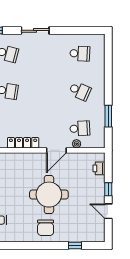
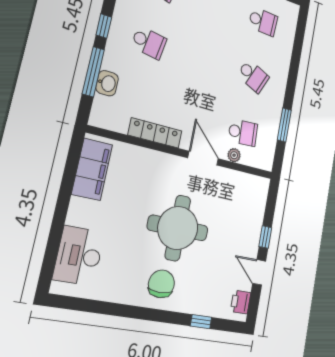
door: (56, 150) -> (203, 158), swing flipped
printer: (99, 168) -> (241, 302), moved
chair: (46, 228) -> (161, 284), turned 180

